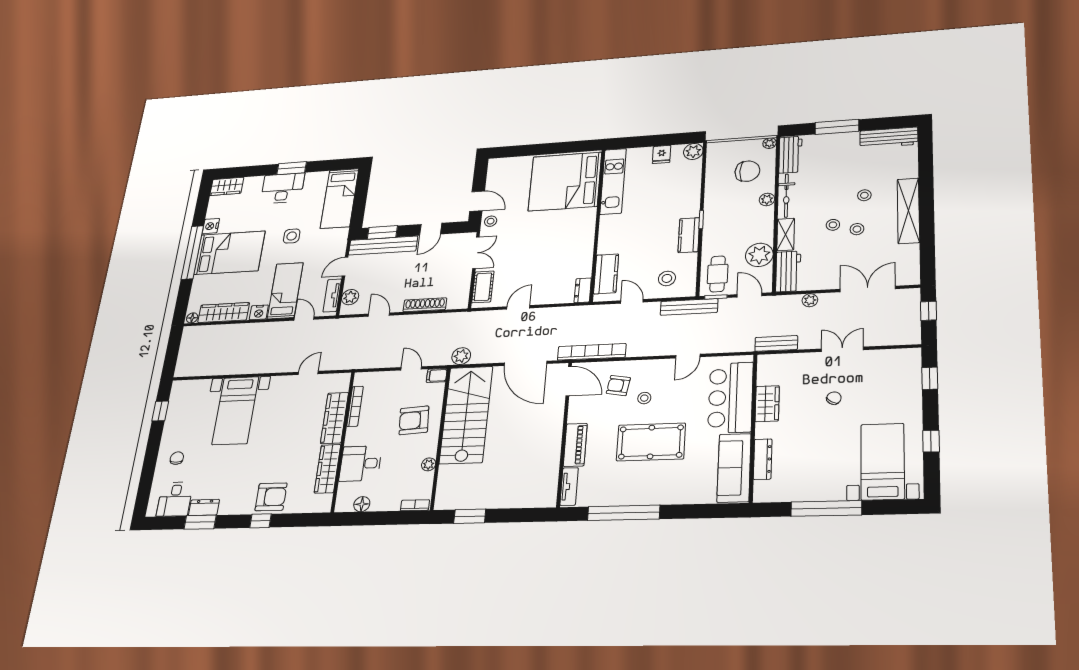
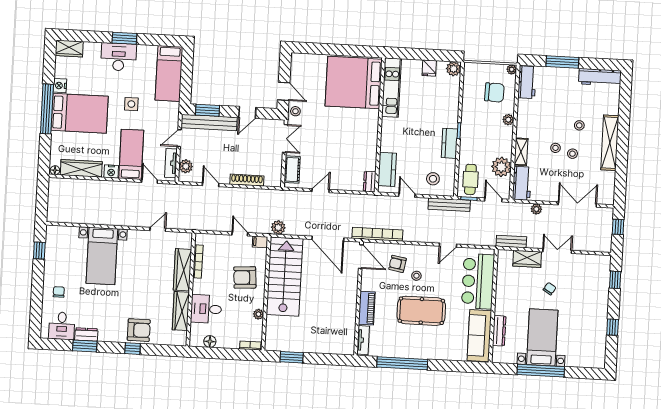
bicycle: (786, 196) -> (523, 118), removed
wardrobe: (767, 404) -> (527, 259), moved, turned 90
bed with nightstands: (883, 462) -> (542, 337), moved

